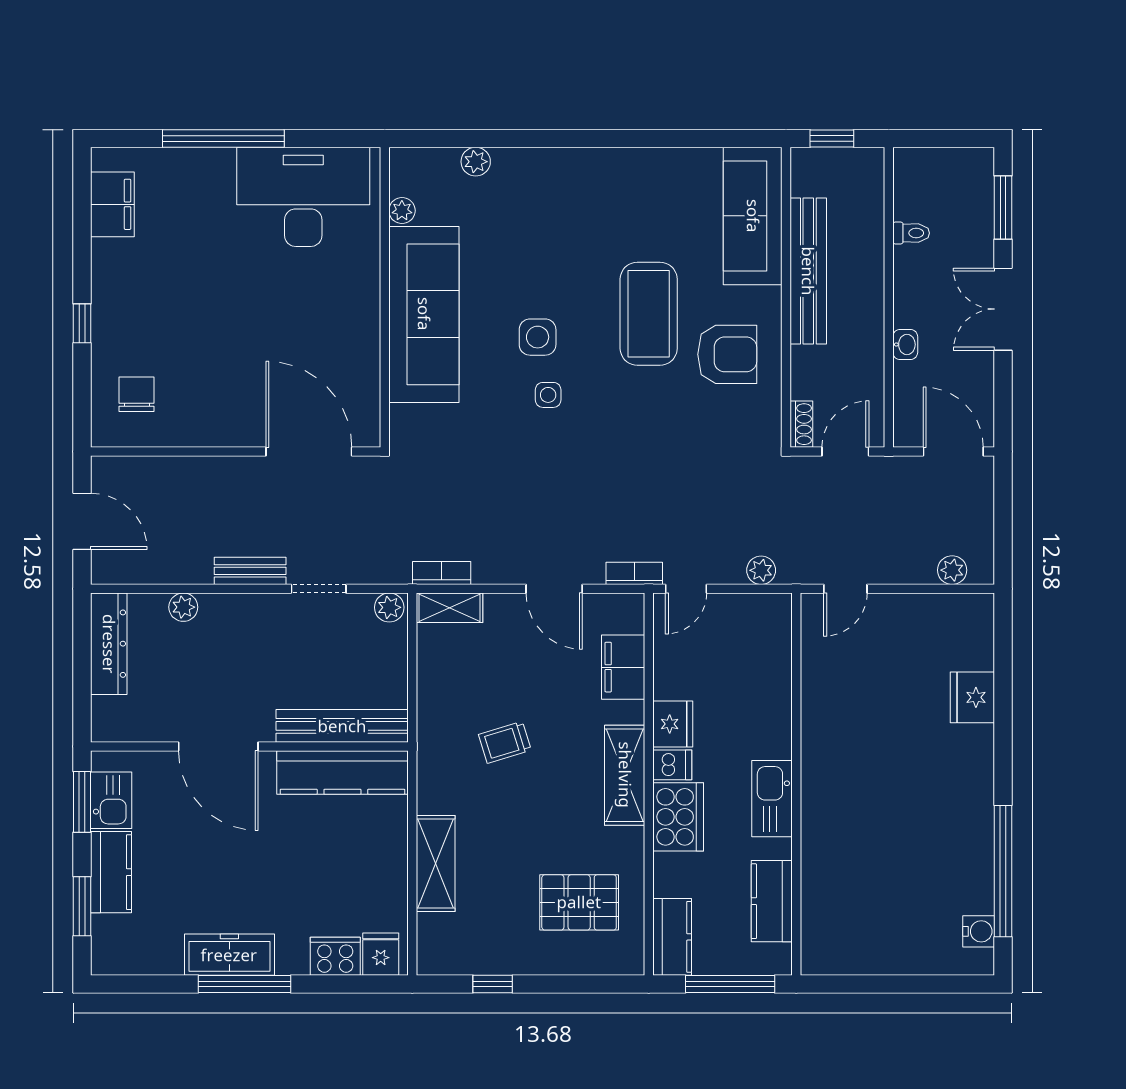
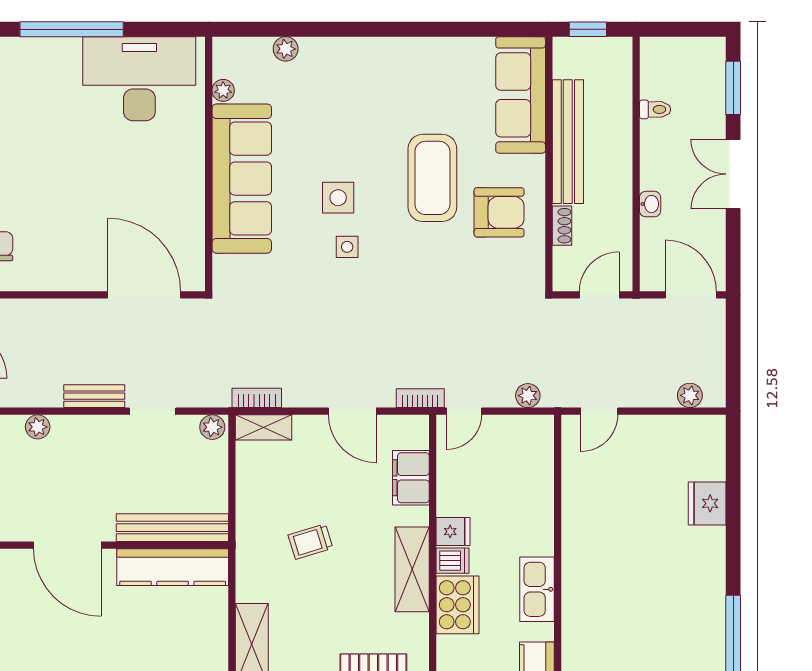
shoe rack: (801, 424) -> (562, 226), moved
fridge: (673, 724) -> (453, 531), width x0.72

